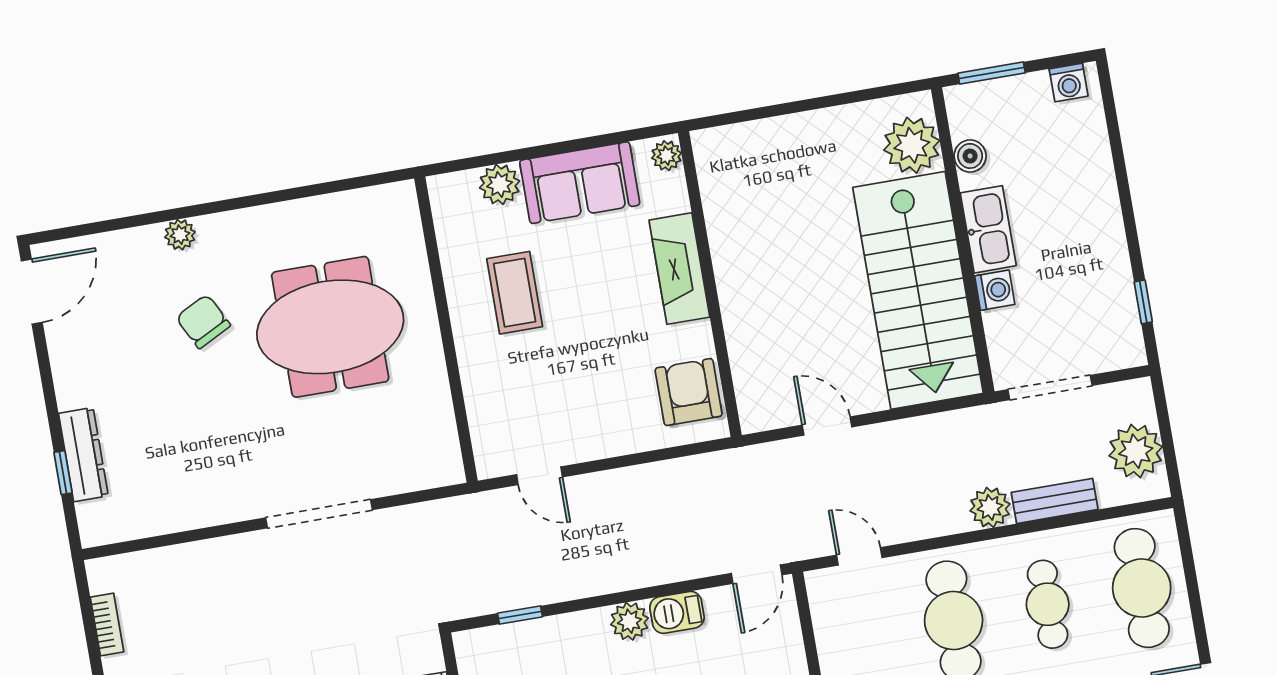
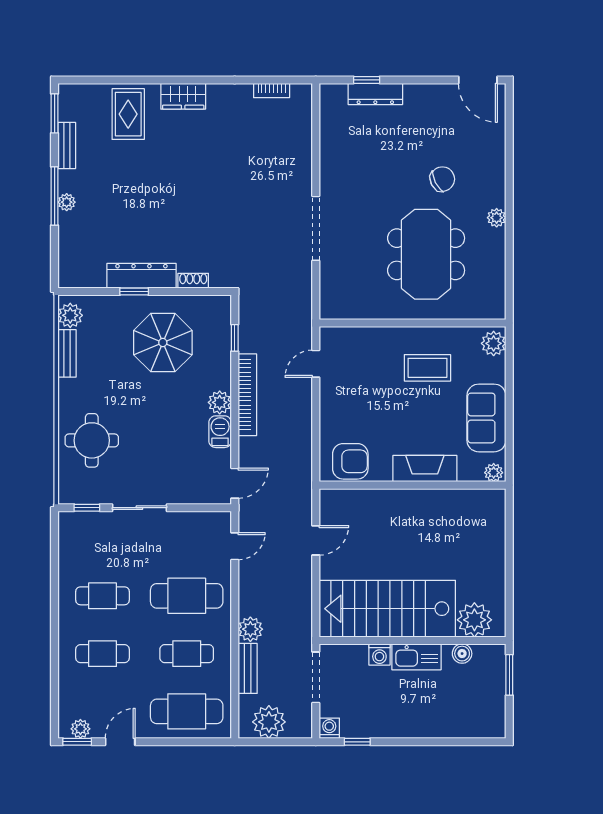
washing machine: (1069, 83) -> (329, 728), moved, turned 90
plant: (500, 184) -> (494, 343), moved
plant: (180, 235) -> (497, 218), moved
door: (757, 574) -> (235, 483), swing flipped
bookcase: (609, 578) -> (247, 395), added

